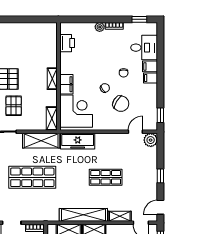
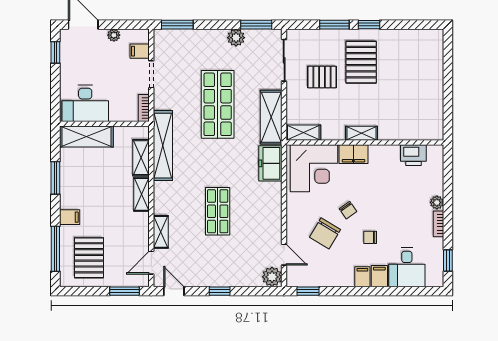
freezer: (78, 141) -> (270, 163), width x0.71
shelving: (83, 215) -> (163, 146), moved

